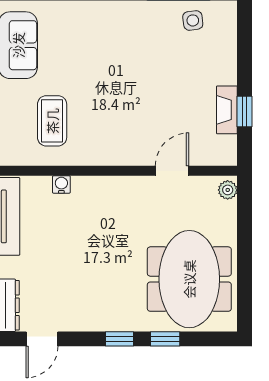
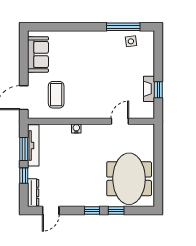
water cooler: (61, 184) -> (76, 128), moved
plant: (228, 190) -> (149, 131), removed

